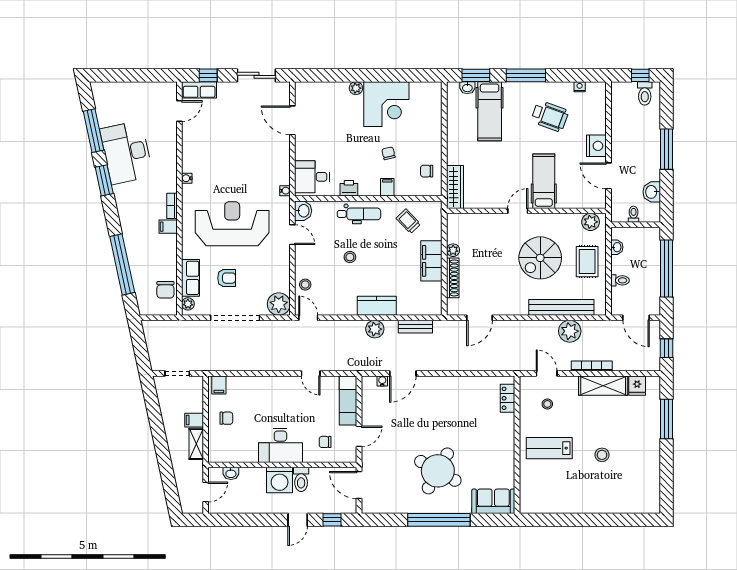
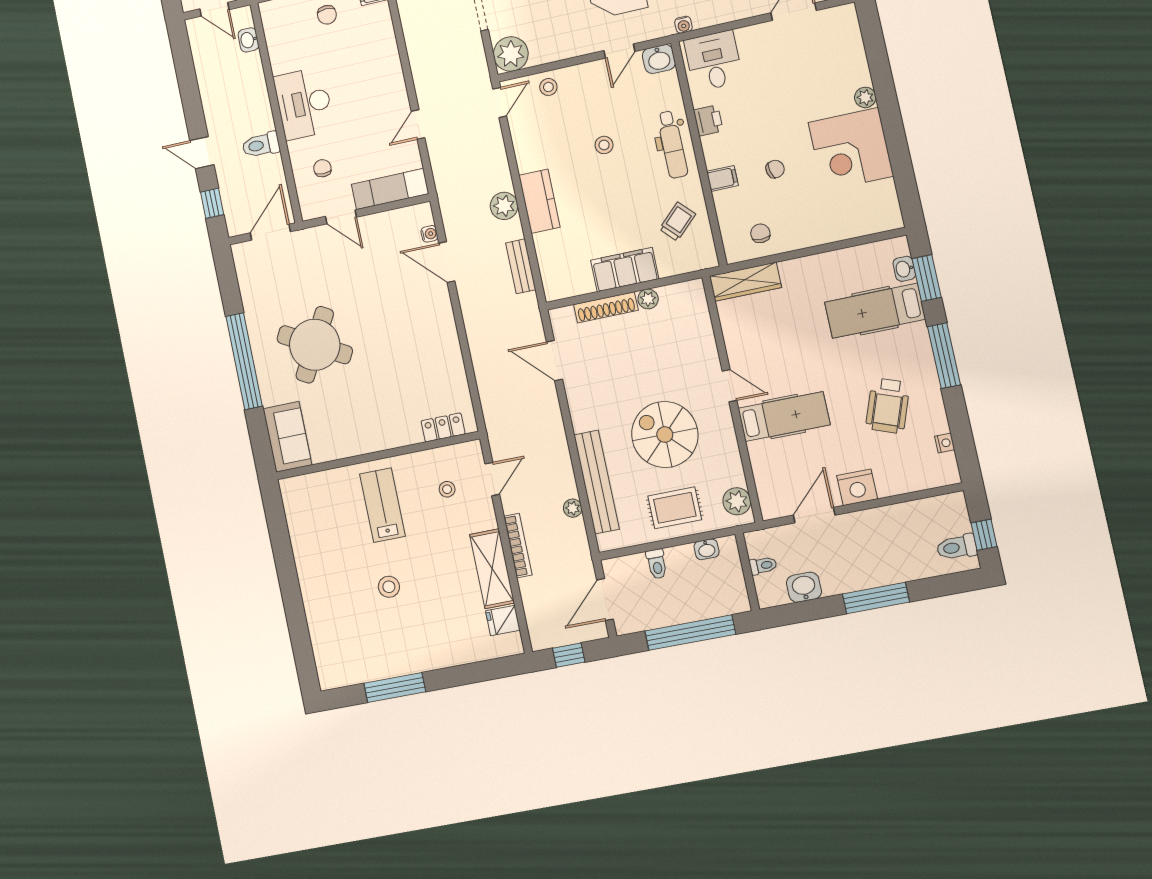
plant: (570, 331) -> (573, 508), width x0.53, depth x0.53
window: (667, 419) -> (395, 687), moved
washing machine: (280, 480) -> (254, 113), removed

